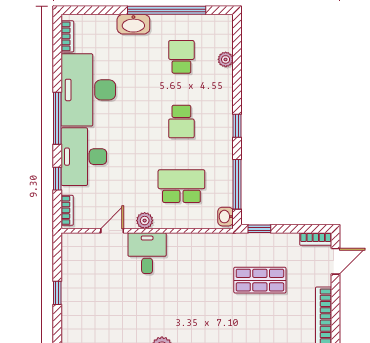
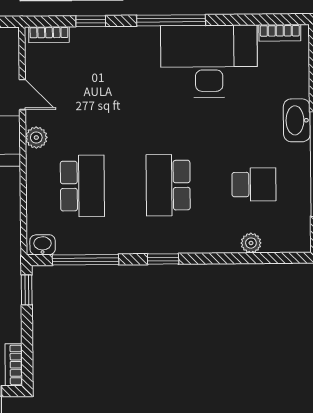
school desk: (181, 122) -> (168, 185), width x1.85
desk: (84, 157) -> (120, 56), removed

